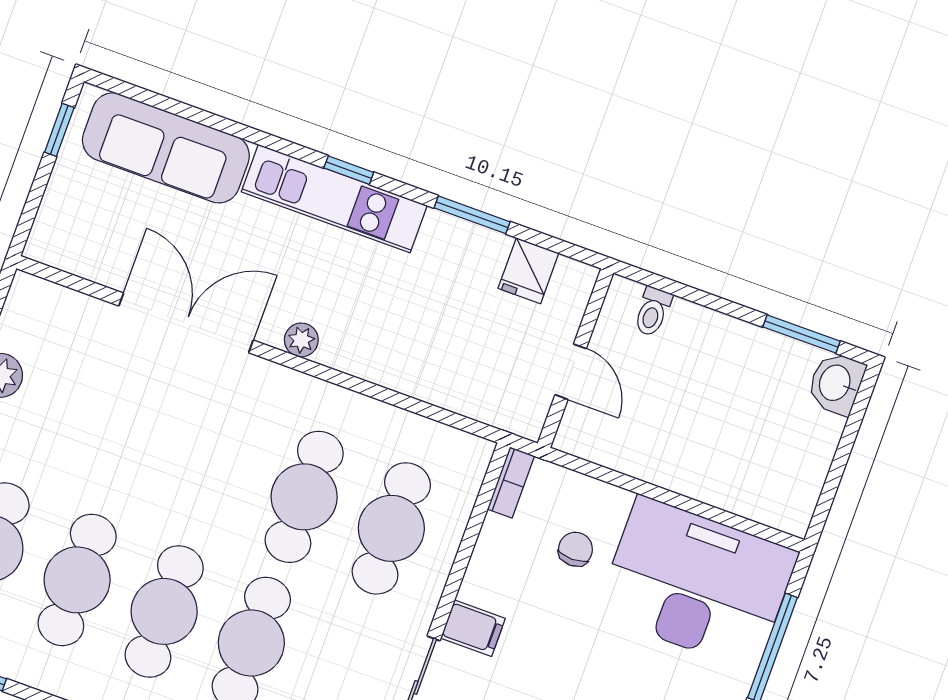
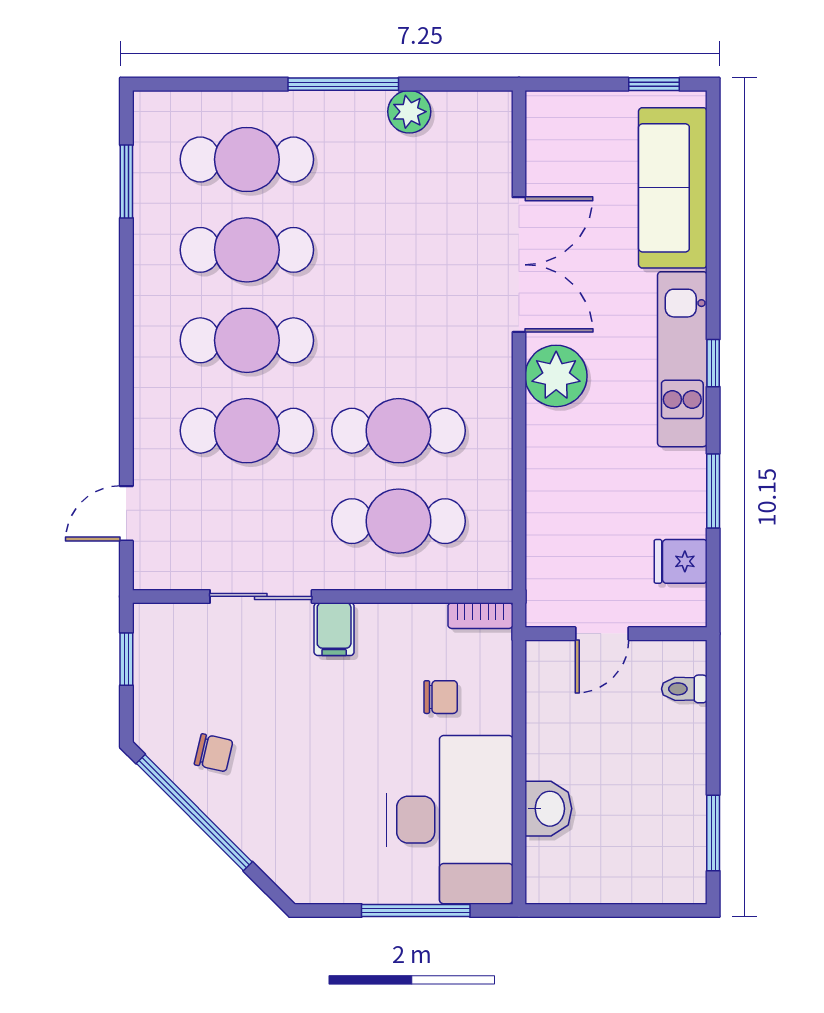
plant: (301, 340) -> (556, 376), width x1.88, depth x1.88
washbasin: (836, 383) -> (548, 809), moved, turned 90

